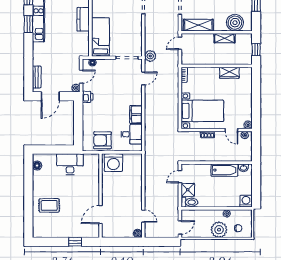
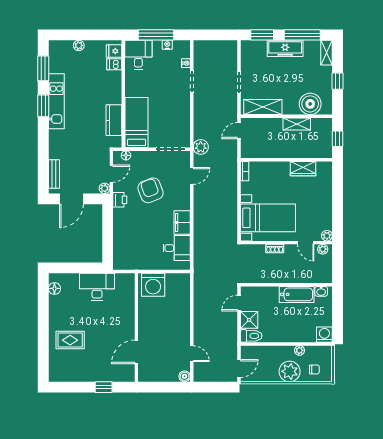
kitchen counter: (83, 19) -> (114, 120), moved
armchair: (102, 140) -> (151, 190), moved, turned 69

